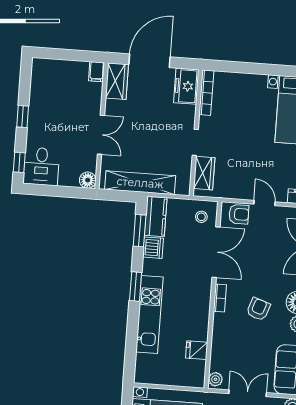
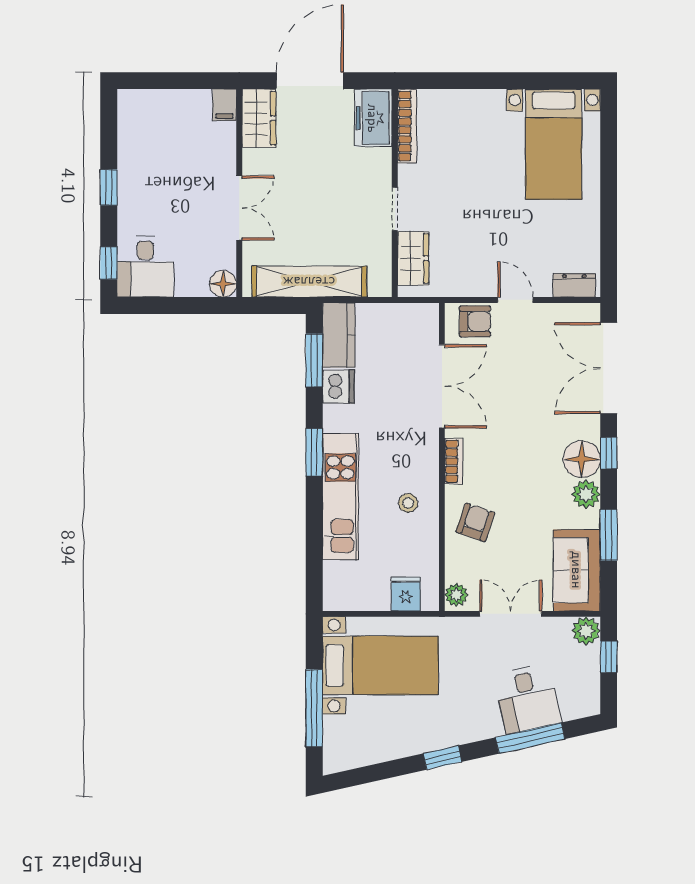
stool: (201, 217) -> (408, 503), moved
armchair: (258, 309) -> (475, 522), moved
fridge: (197, 350) -> (406, 594), moved, turned 90

